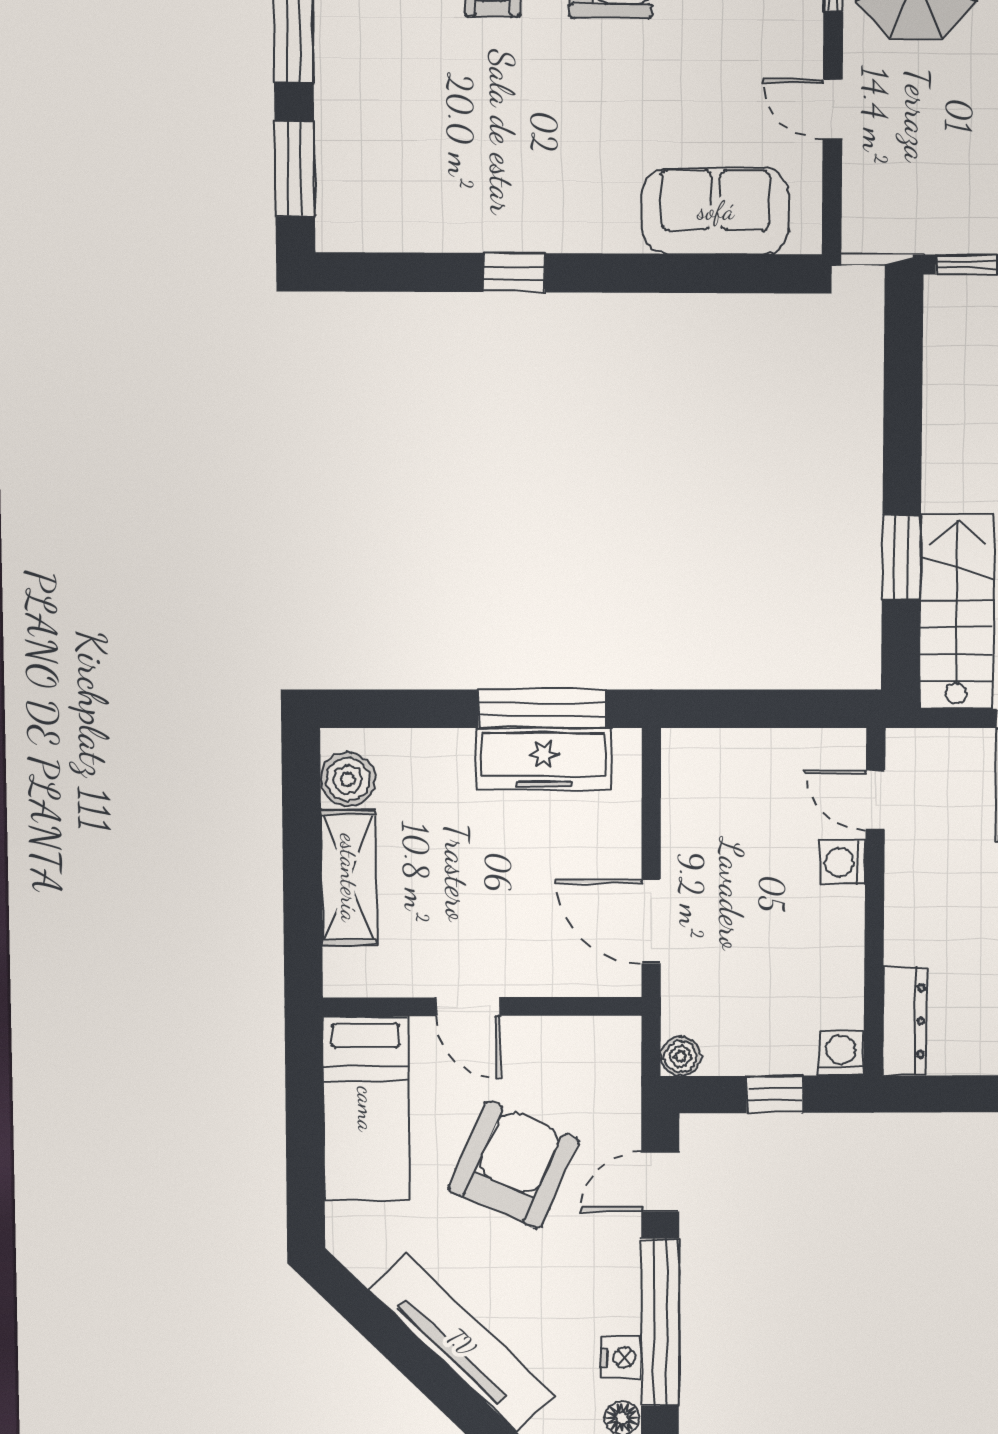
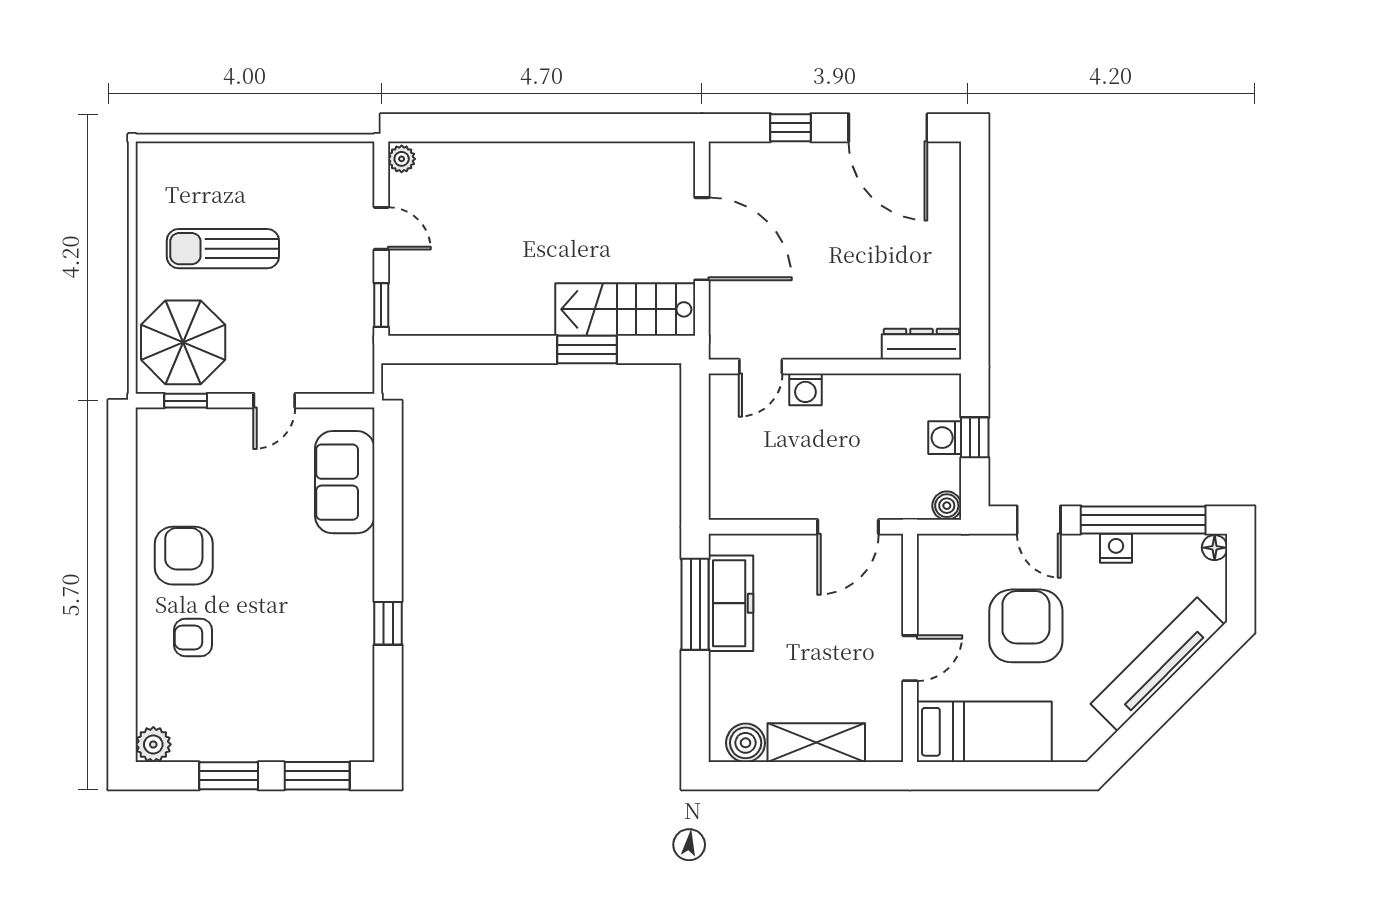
washing machine: (841, 1053) -> (945, 438), moved
armchair: (513, 1165) -> (1026, 626), turned 66
nightstand: (621, 1357) -> (1116, 548), moved

